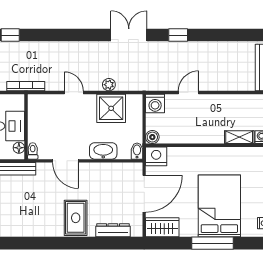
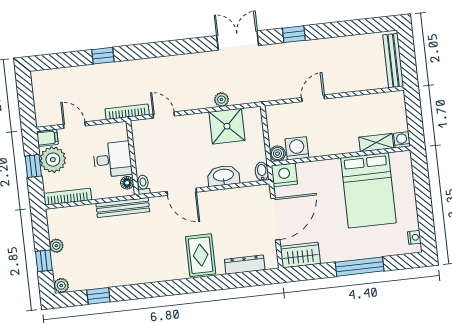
door: (74, 92) -> (164, 115), moved
washing machine: (155, 103) -> (297, 148), moved, turned 180
bed: (219, 206) -> (368, 190), moved, turned 180

